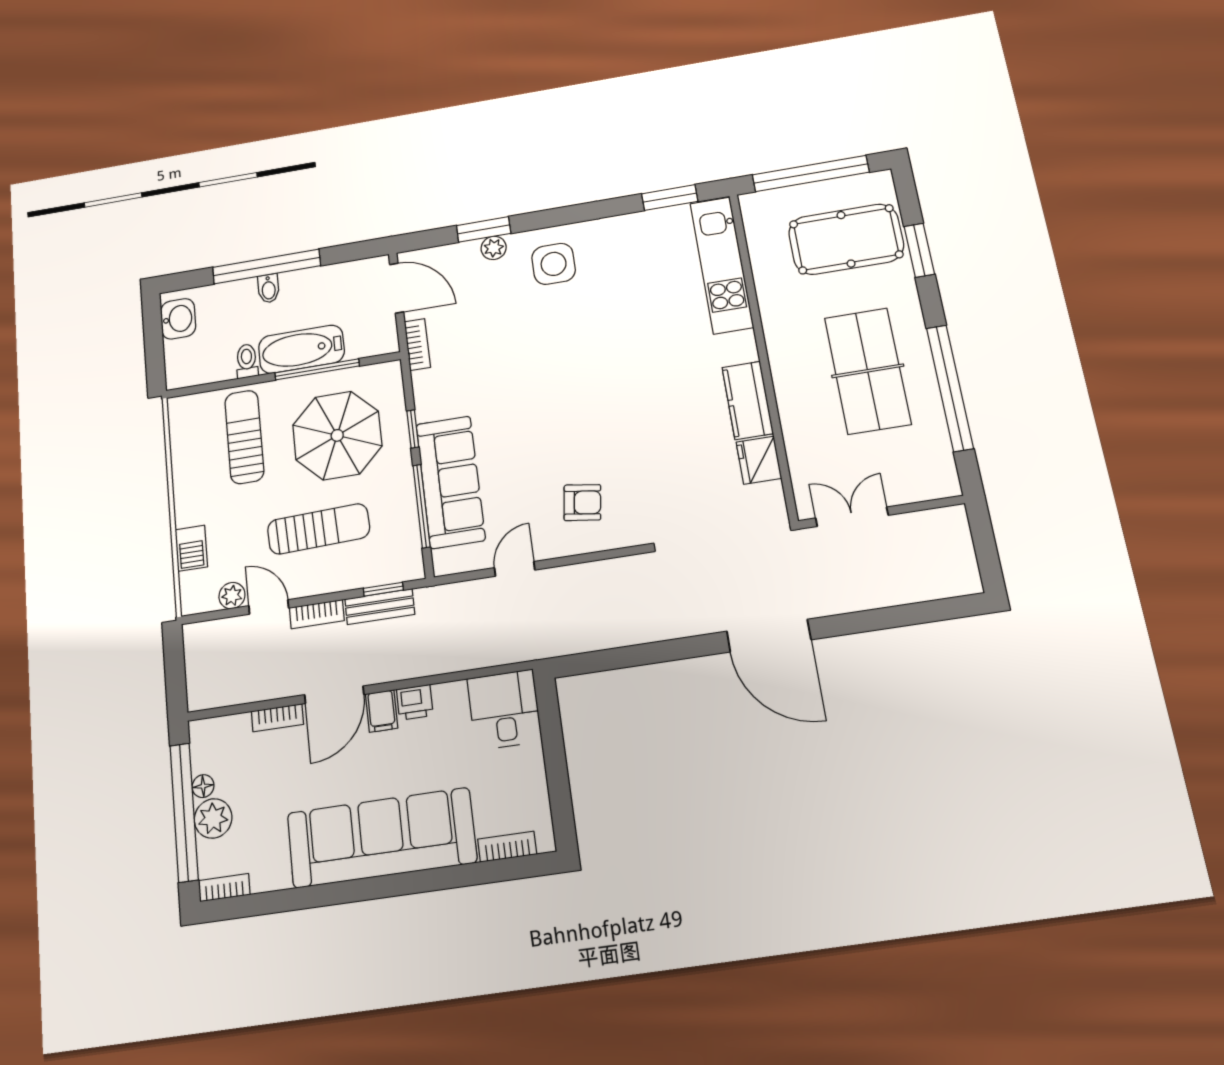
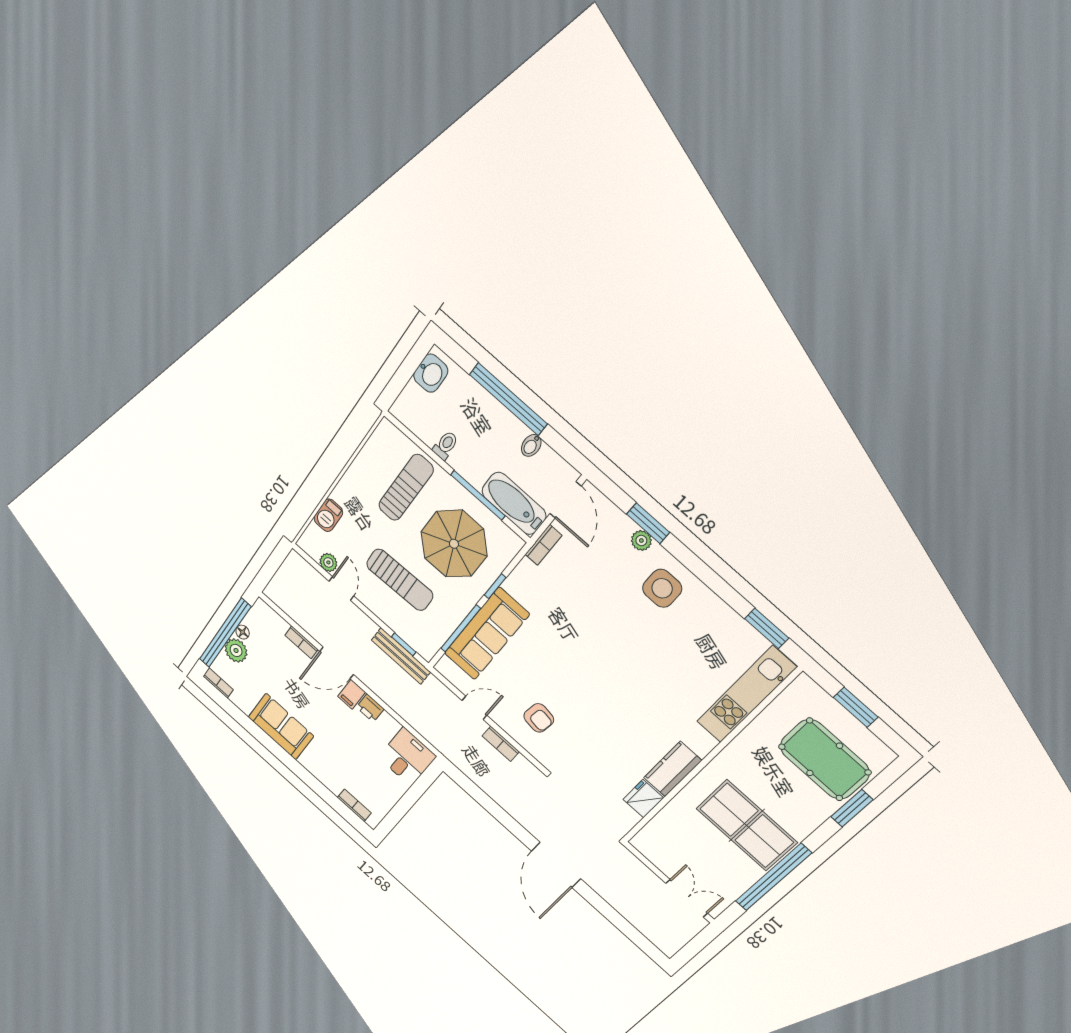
window: (811, 174) -> (856, 707), width x0.47
bidet: (269, 288) -> (531, 445), moved
bathtub: (301, 349) -> (514, 503), moved
table tennis table: (868, 371) -> (746, 825), turned 90
double door: (852, 517) -> (687, 898), moved
bench: (380, 607) -> (401, 656), width x1.36
bookcase: (317, 614) -> (501, 744), moved
sofa: (382, 838) -> (281, 727), width x0.54, depth x0.79

